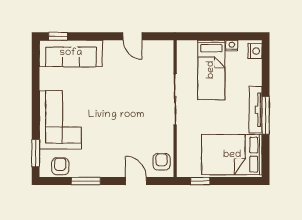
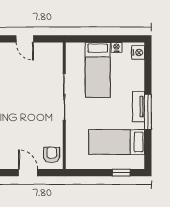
tv unit: (256, 110) -> (139, 107), width x0.71
bed: (232, 155) -> (117, 142), width x0.67
window: (200, 181) -> (121, 173), moved

